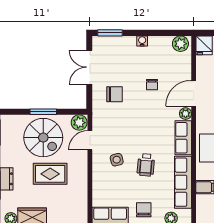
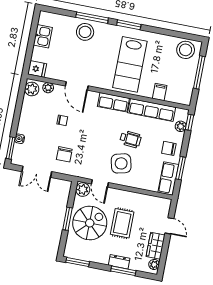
water cooler: (142, 41) -> (20, 139), moved
chair: (115, 94) -> (64, 154), turned 180
plant: (186, 114) -> (48, 88), moved
side table: (117, 160) -> (121, 163), width x1.87, depth x1.87

